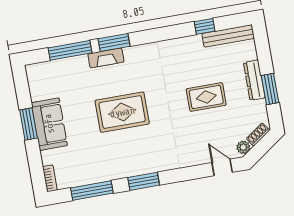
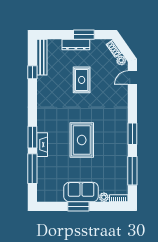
plant: (48, 157) -> (104, 197), added

